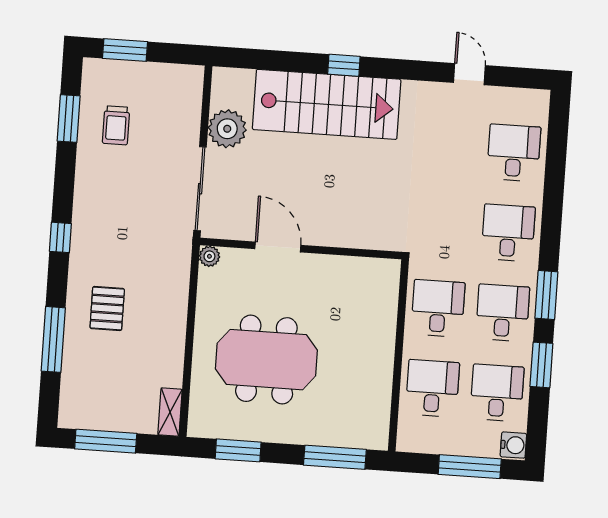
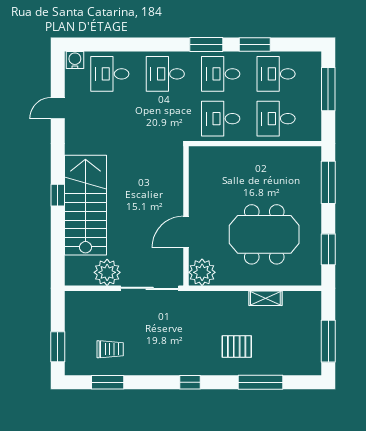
plant: (209, 256) -> (202, 272), width x1.88, depth x1.88
meeting table: (266, 360) -> (264, 234), turned 90
shelving: (170, 412) -> (265, 298), moved
water cooler: (513, 445) -> (75, 60), moved

